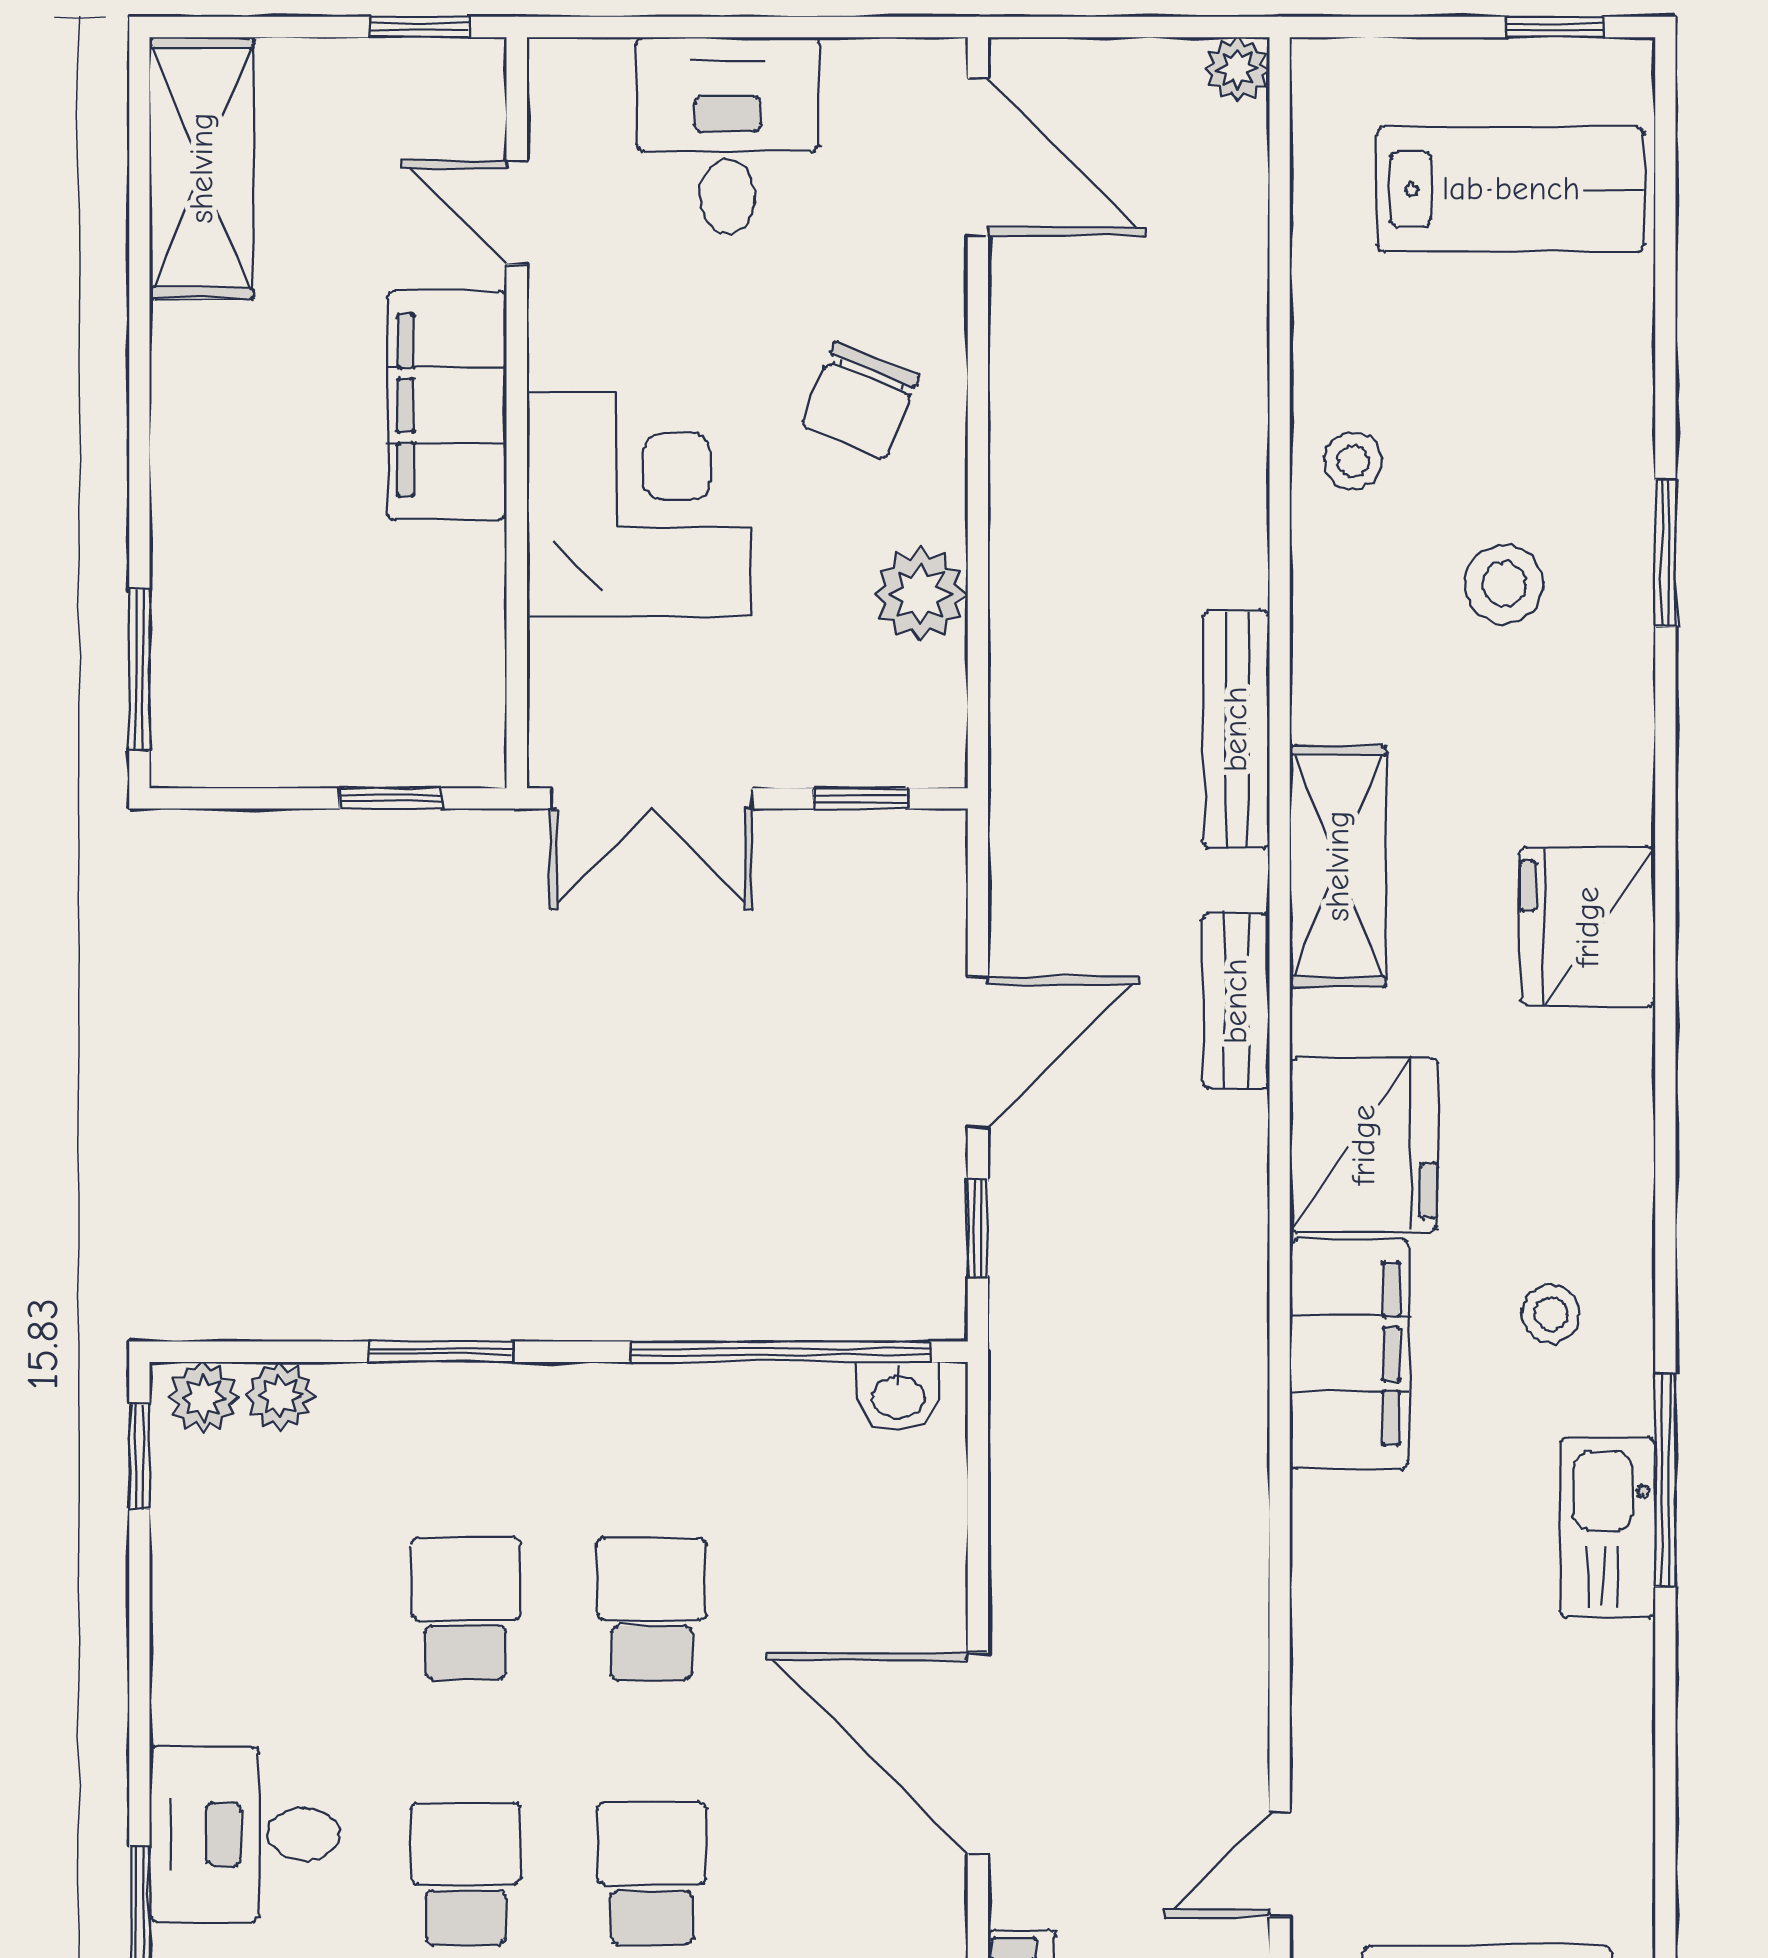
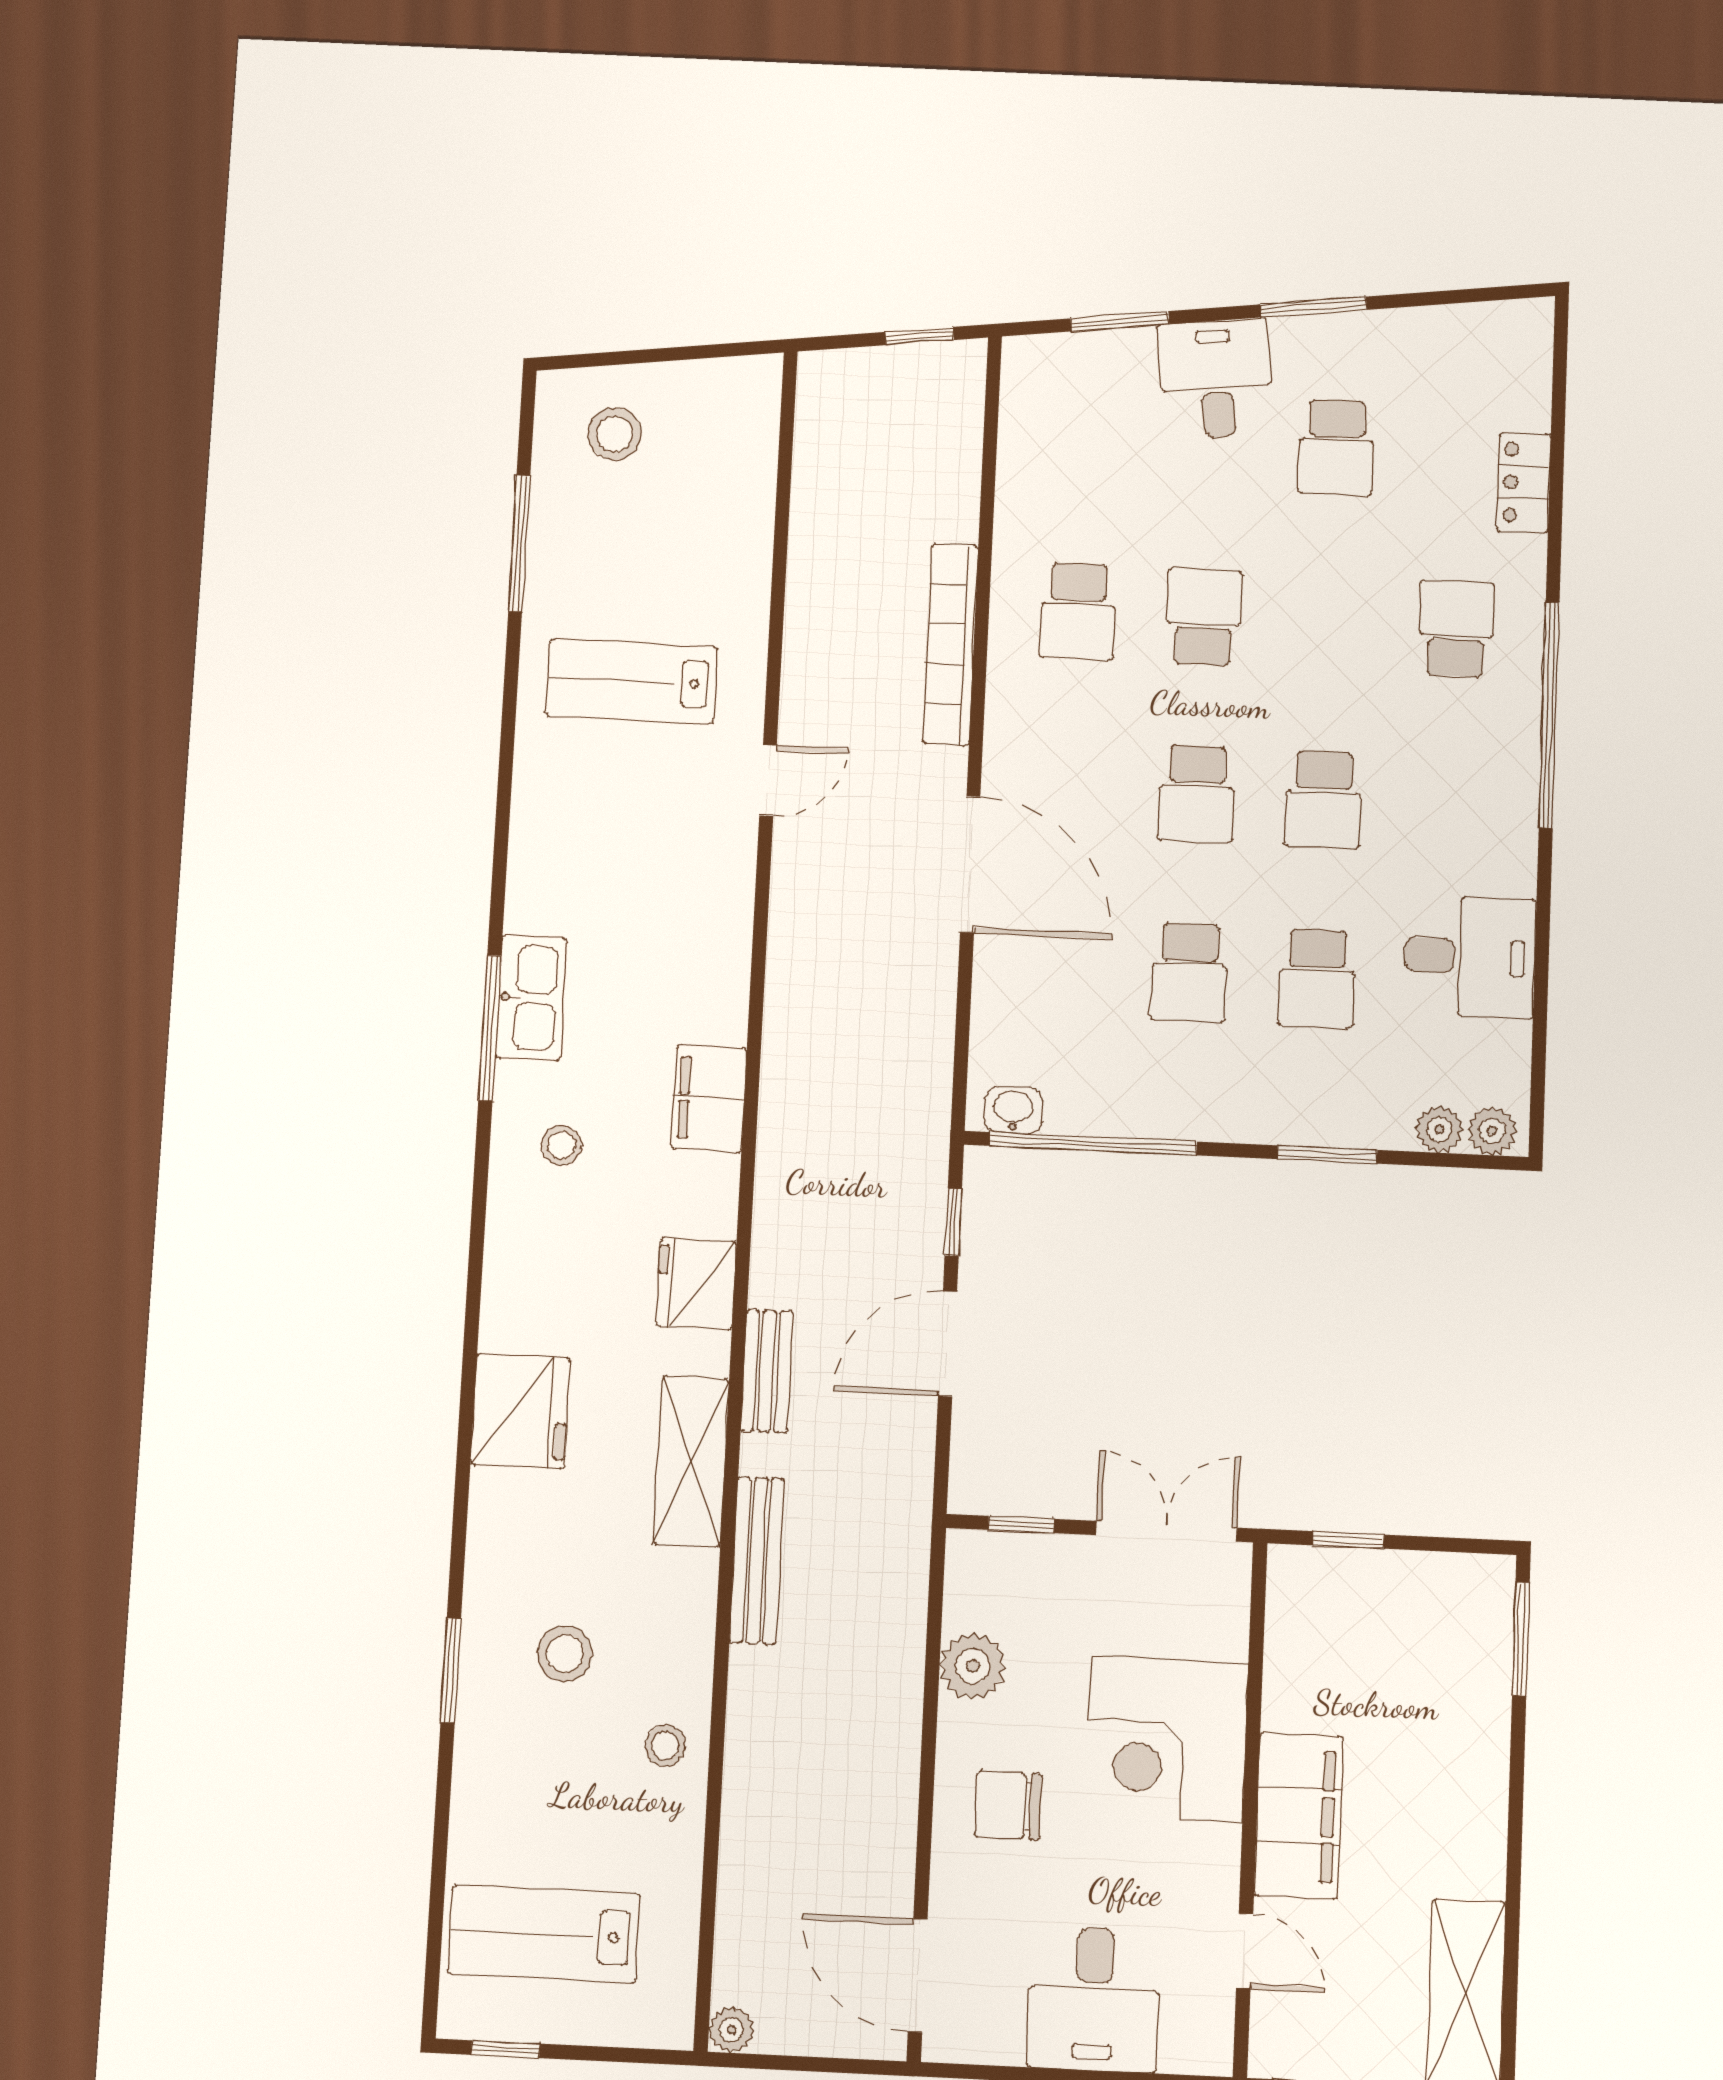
chair: (860, 401) -> (1008, 1805), turned -112
fridge: (1364, 1145) -> (696, 1284), width x0.73, depth x0.75
filing cabinet: (1349, 1354) -> (709, 1098), width x0.67, depth x0.86
window: (139, 1456) -> (1538, 1093), removed
desk: (244, 1834) -> (1470, 957), moved

